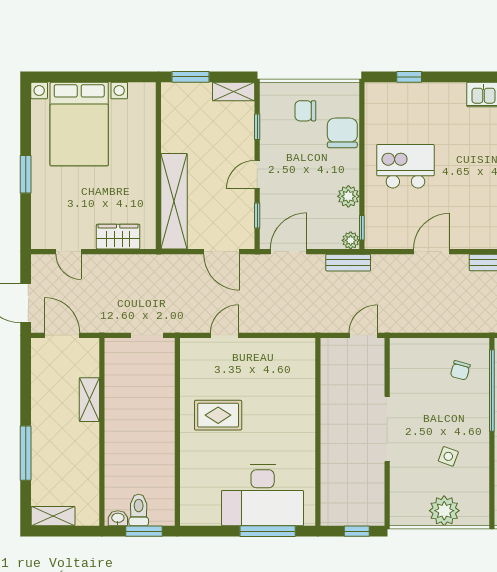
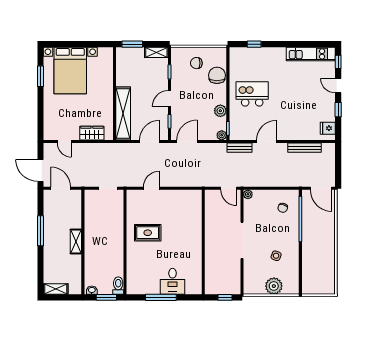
window: (26, 174) -> (40, 76), moved
door: (222, 252) -> (150, 142), swing flipped
bench: (348, 263) -> (239, 148), moved
door: (363, 335) -> (229, 188), swing flipped
plant: (398, 346) -> (248, 194), added
shelving: (89, 400) -> (76, 241), moved
window: (26, 453) -> (40, 231), moved
desk: (263, 495) -> (173, 281), width x0.53, depth x0.77
toilet: (139, 510) -> (118, 286), moved
window: (268, 531) -> (161, 297), moved

